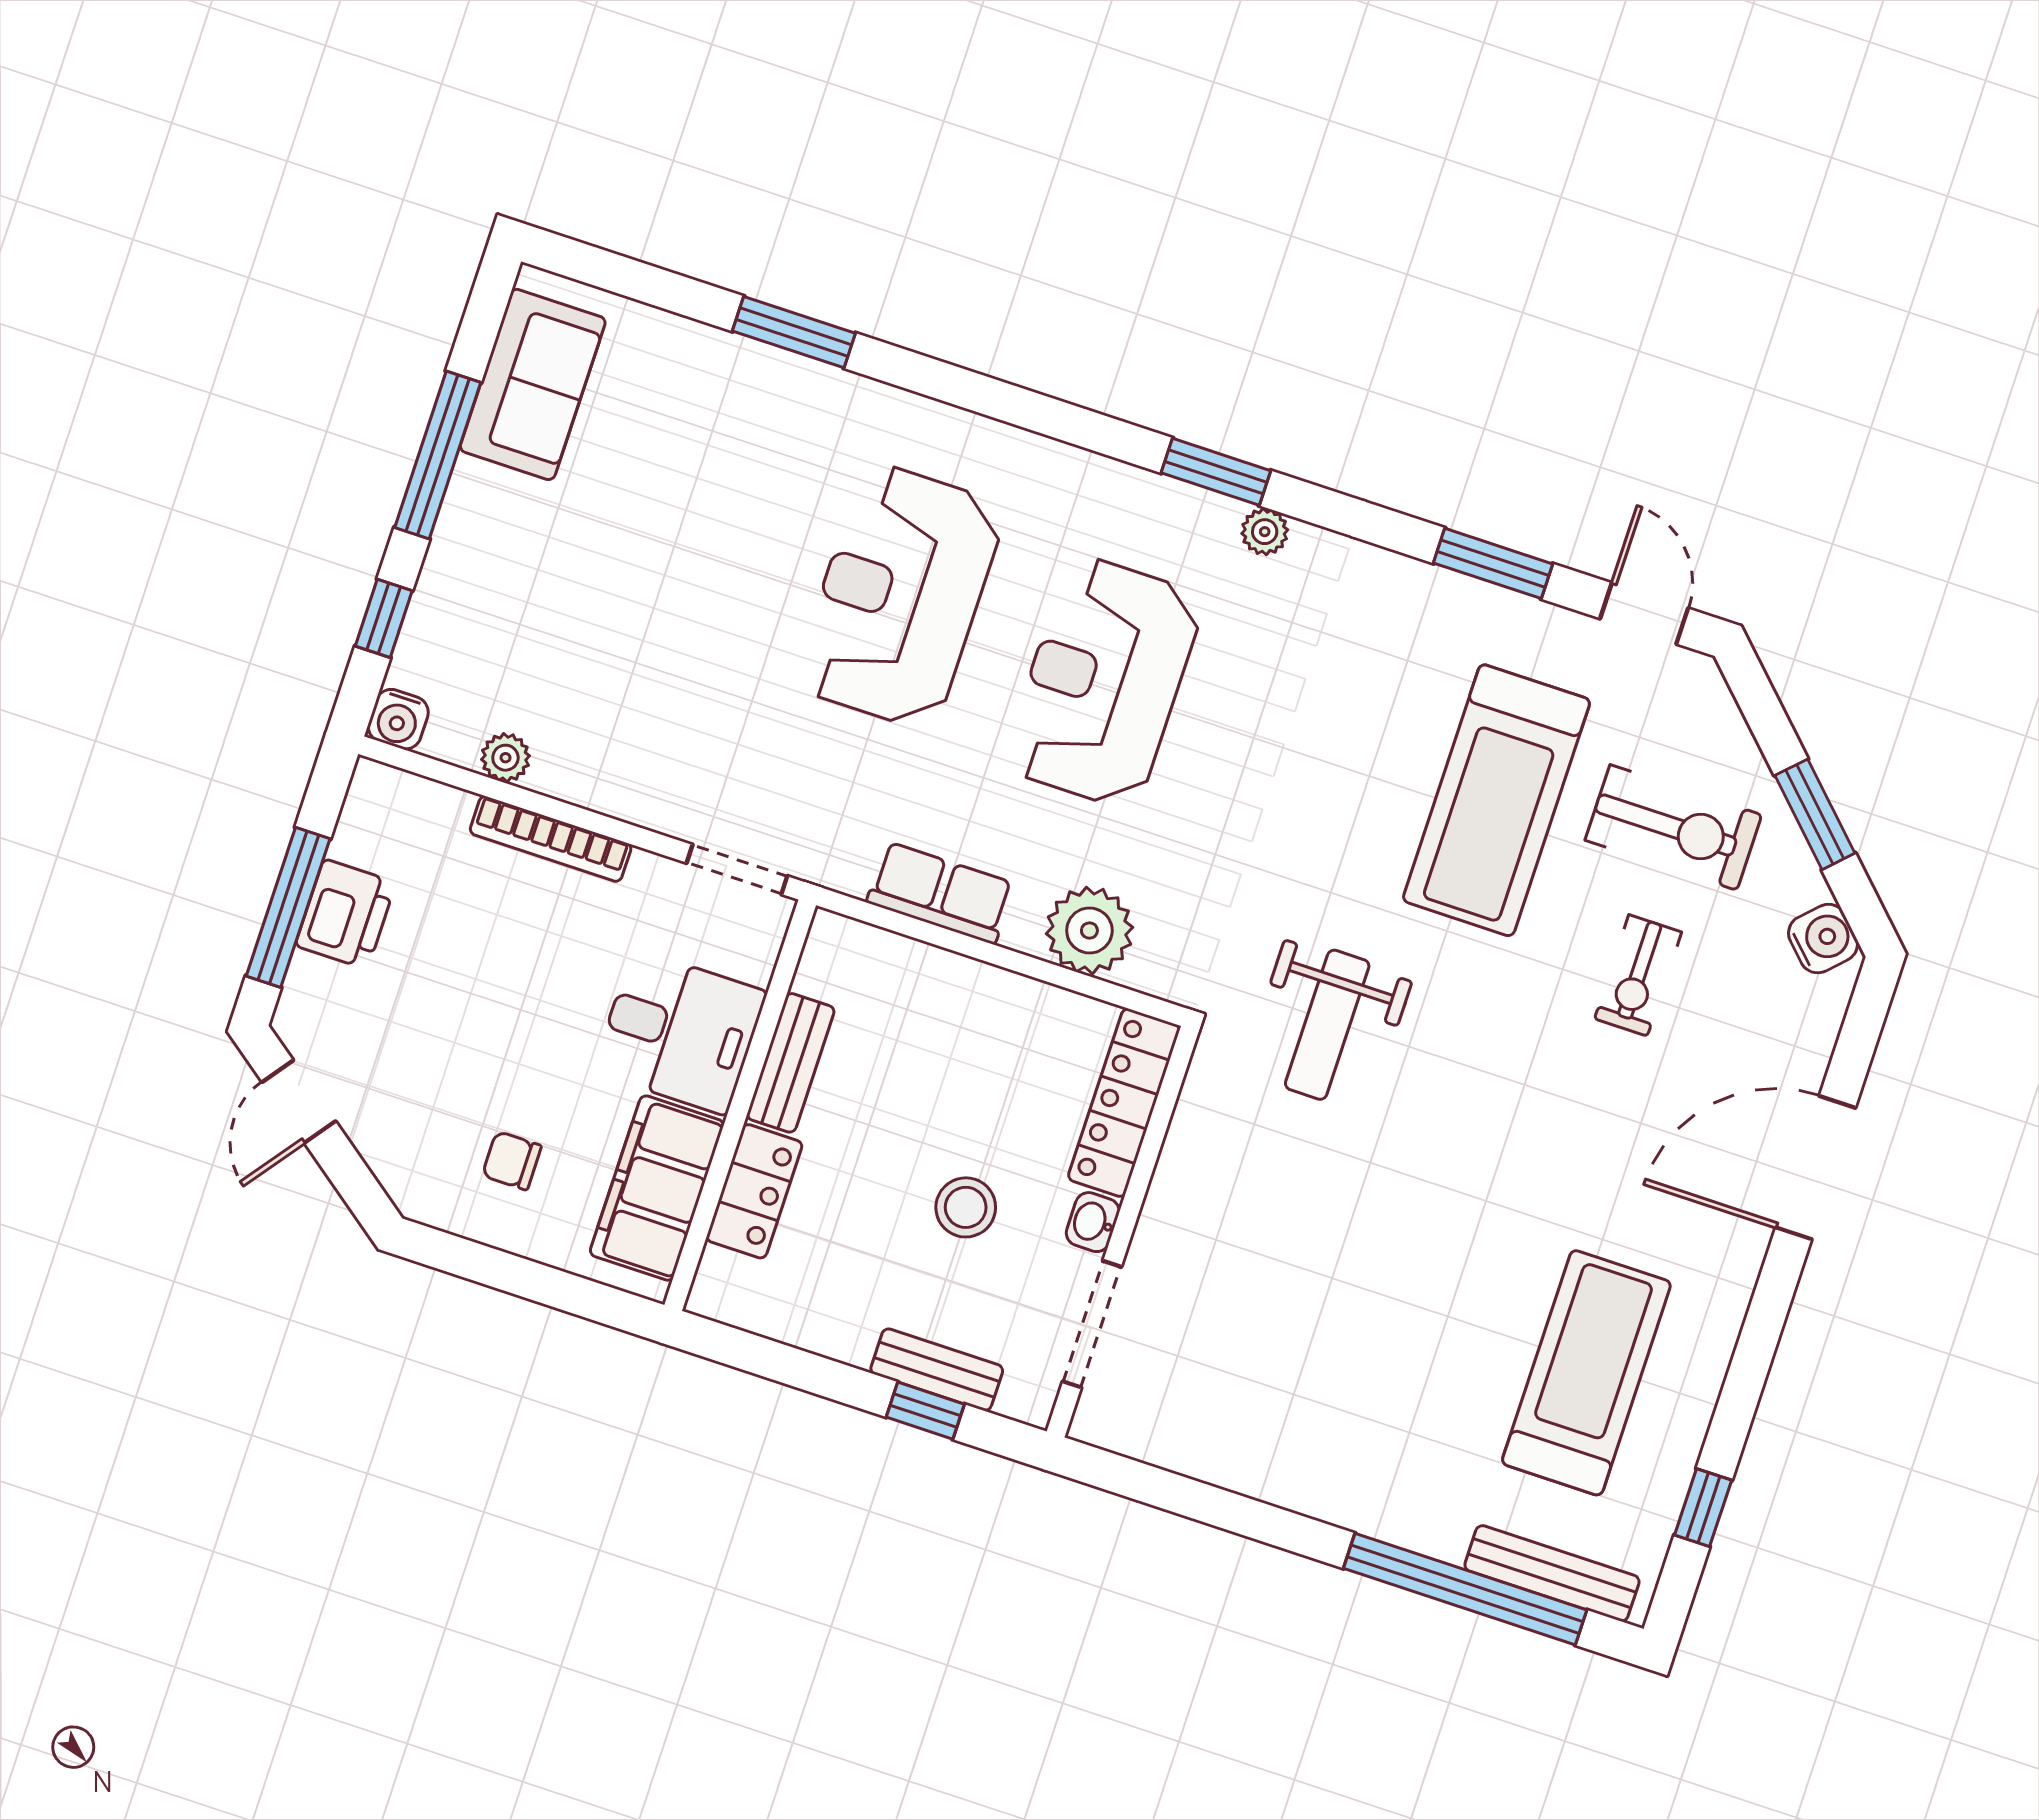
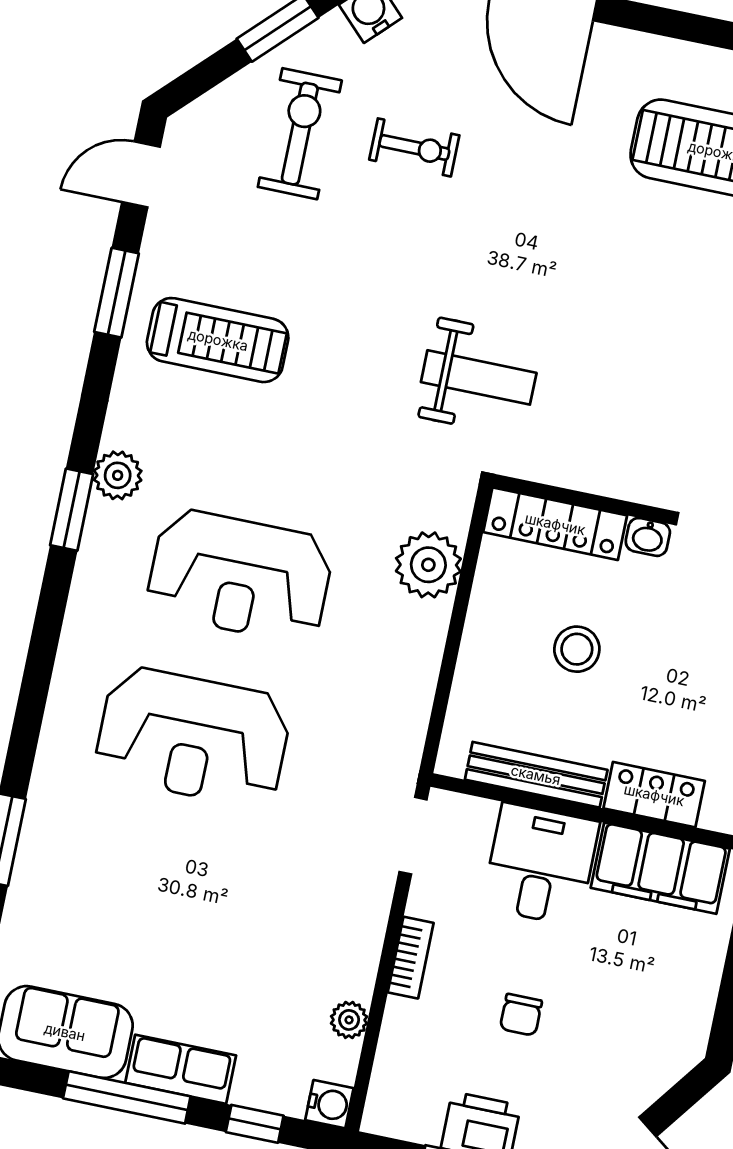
plant: (1265, 532) -> (118, 475), width x1.38, depth x1.38
treadmill: (1496, 800) -> (218, 340), moved, width x0.73, depth x0.73
bookcase: (551, 839) -> (411, 958), width x0.64
row of seats: (941, 893) -> (181, 1069), moved, turned 90
bench: (791, 1063) -> (536, 775), width x1.36
chair: (512, 1161) -> (521, 1015), moved
stool: (966, 1207) -> (577, 649), moved

